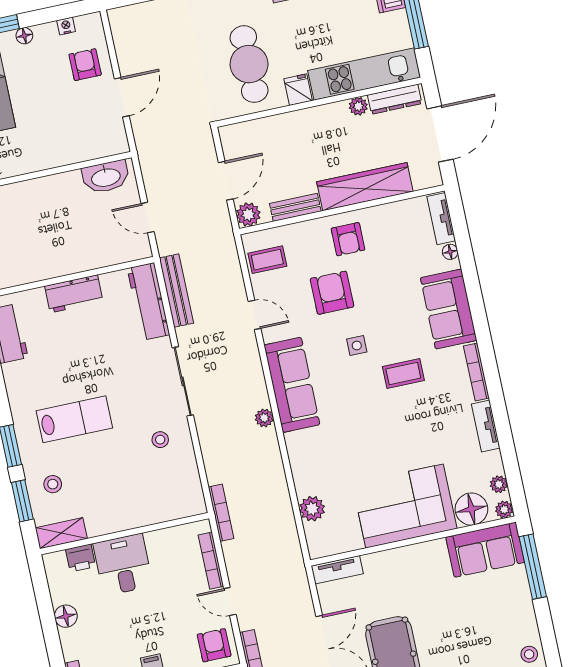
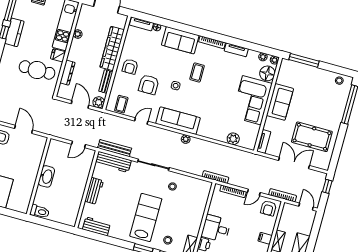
dresser: (395, 99) -> (67, 73), moved
washbasin: (106, 177) -> (46, 176), moved
armchair: (348, 239) -> (130, 67), turned 90
armchair: (332, 293) -> (149, 85), turned -90
lab bench: (74, 419) -> (146, 217), width x1.36, depth x1.39
sofa: (485, 550) -> (280, 102), moved
armchair: (214, 645) -> (268, 208), turned -90

